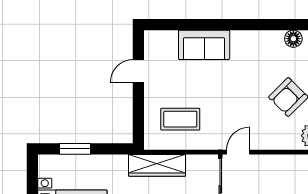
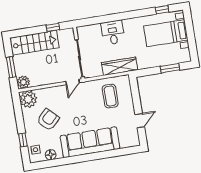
sofa: (204, 45) -> (90, 142), width x1.85, depth x1.27
coffee table: (180, 119) -> (110, 96), turned 90

